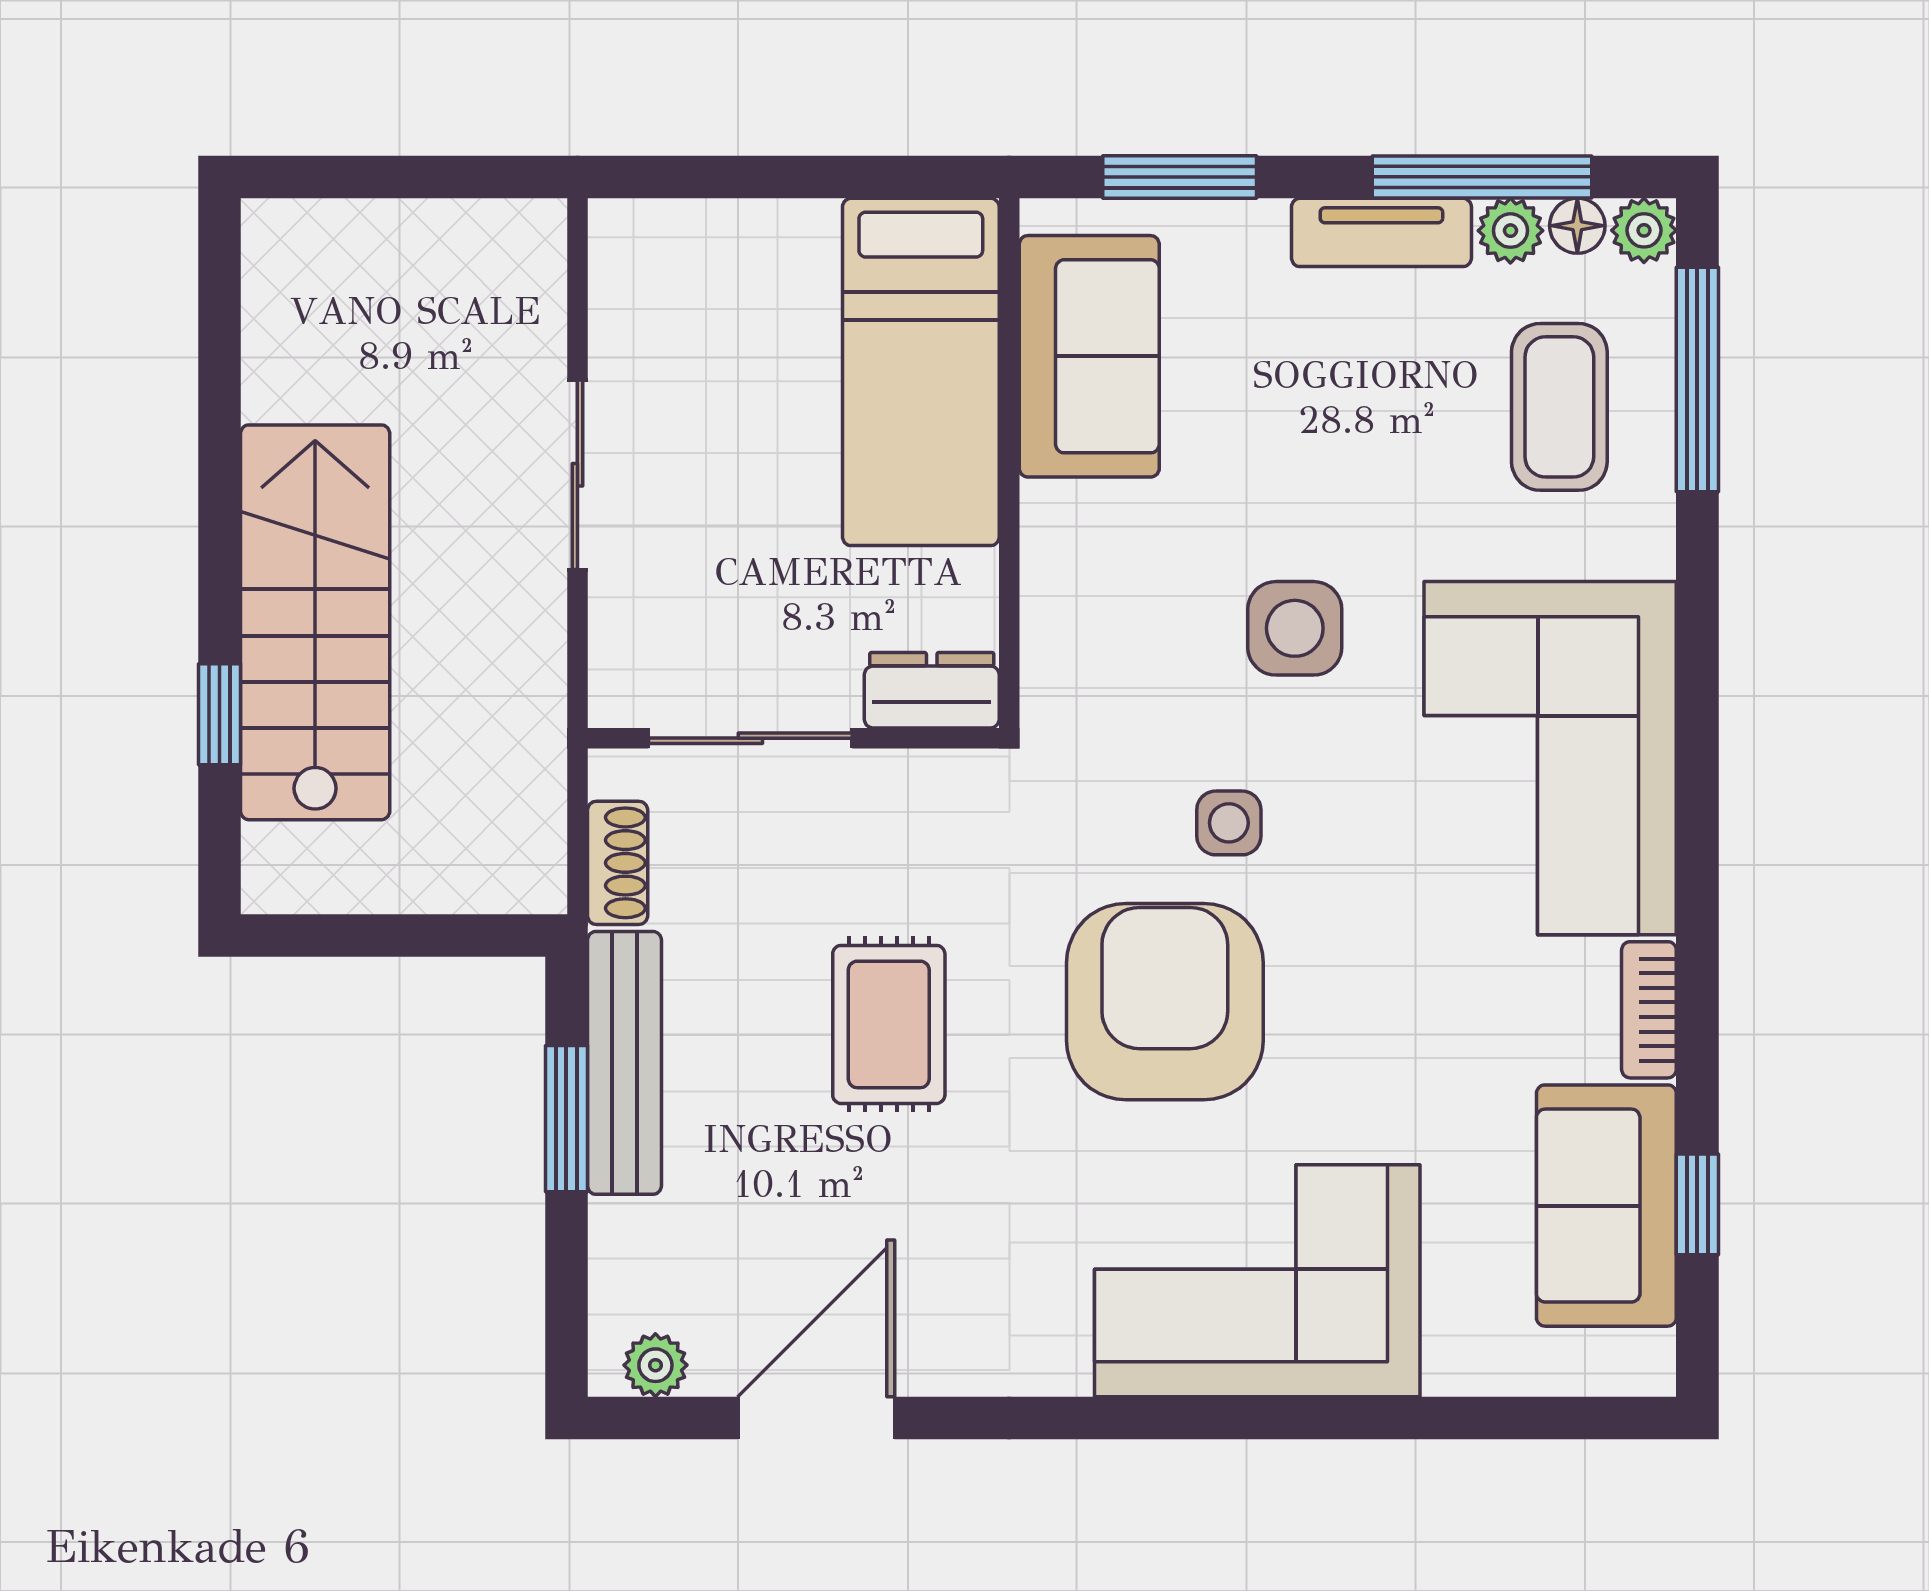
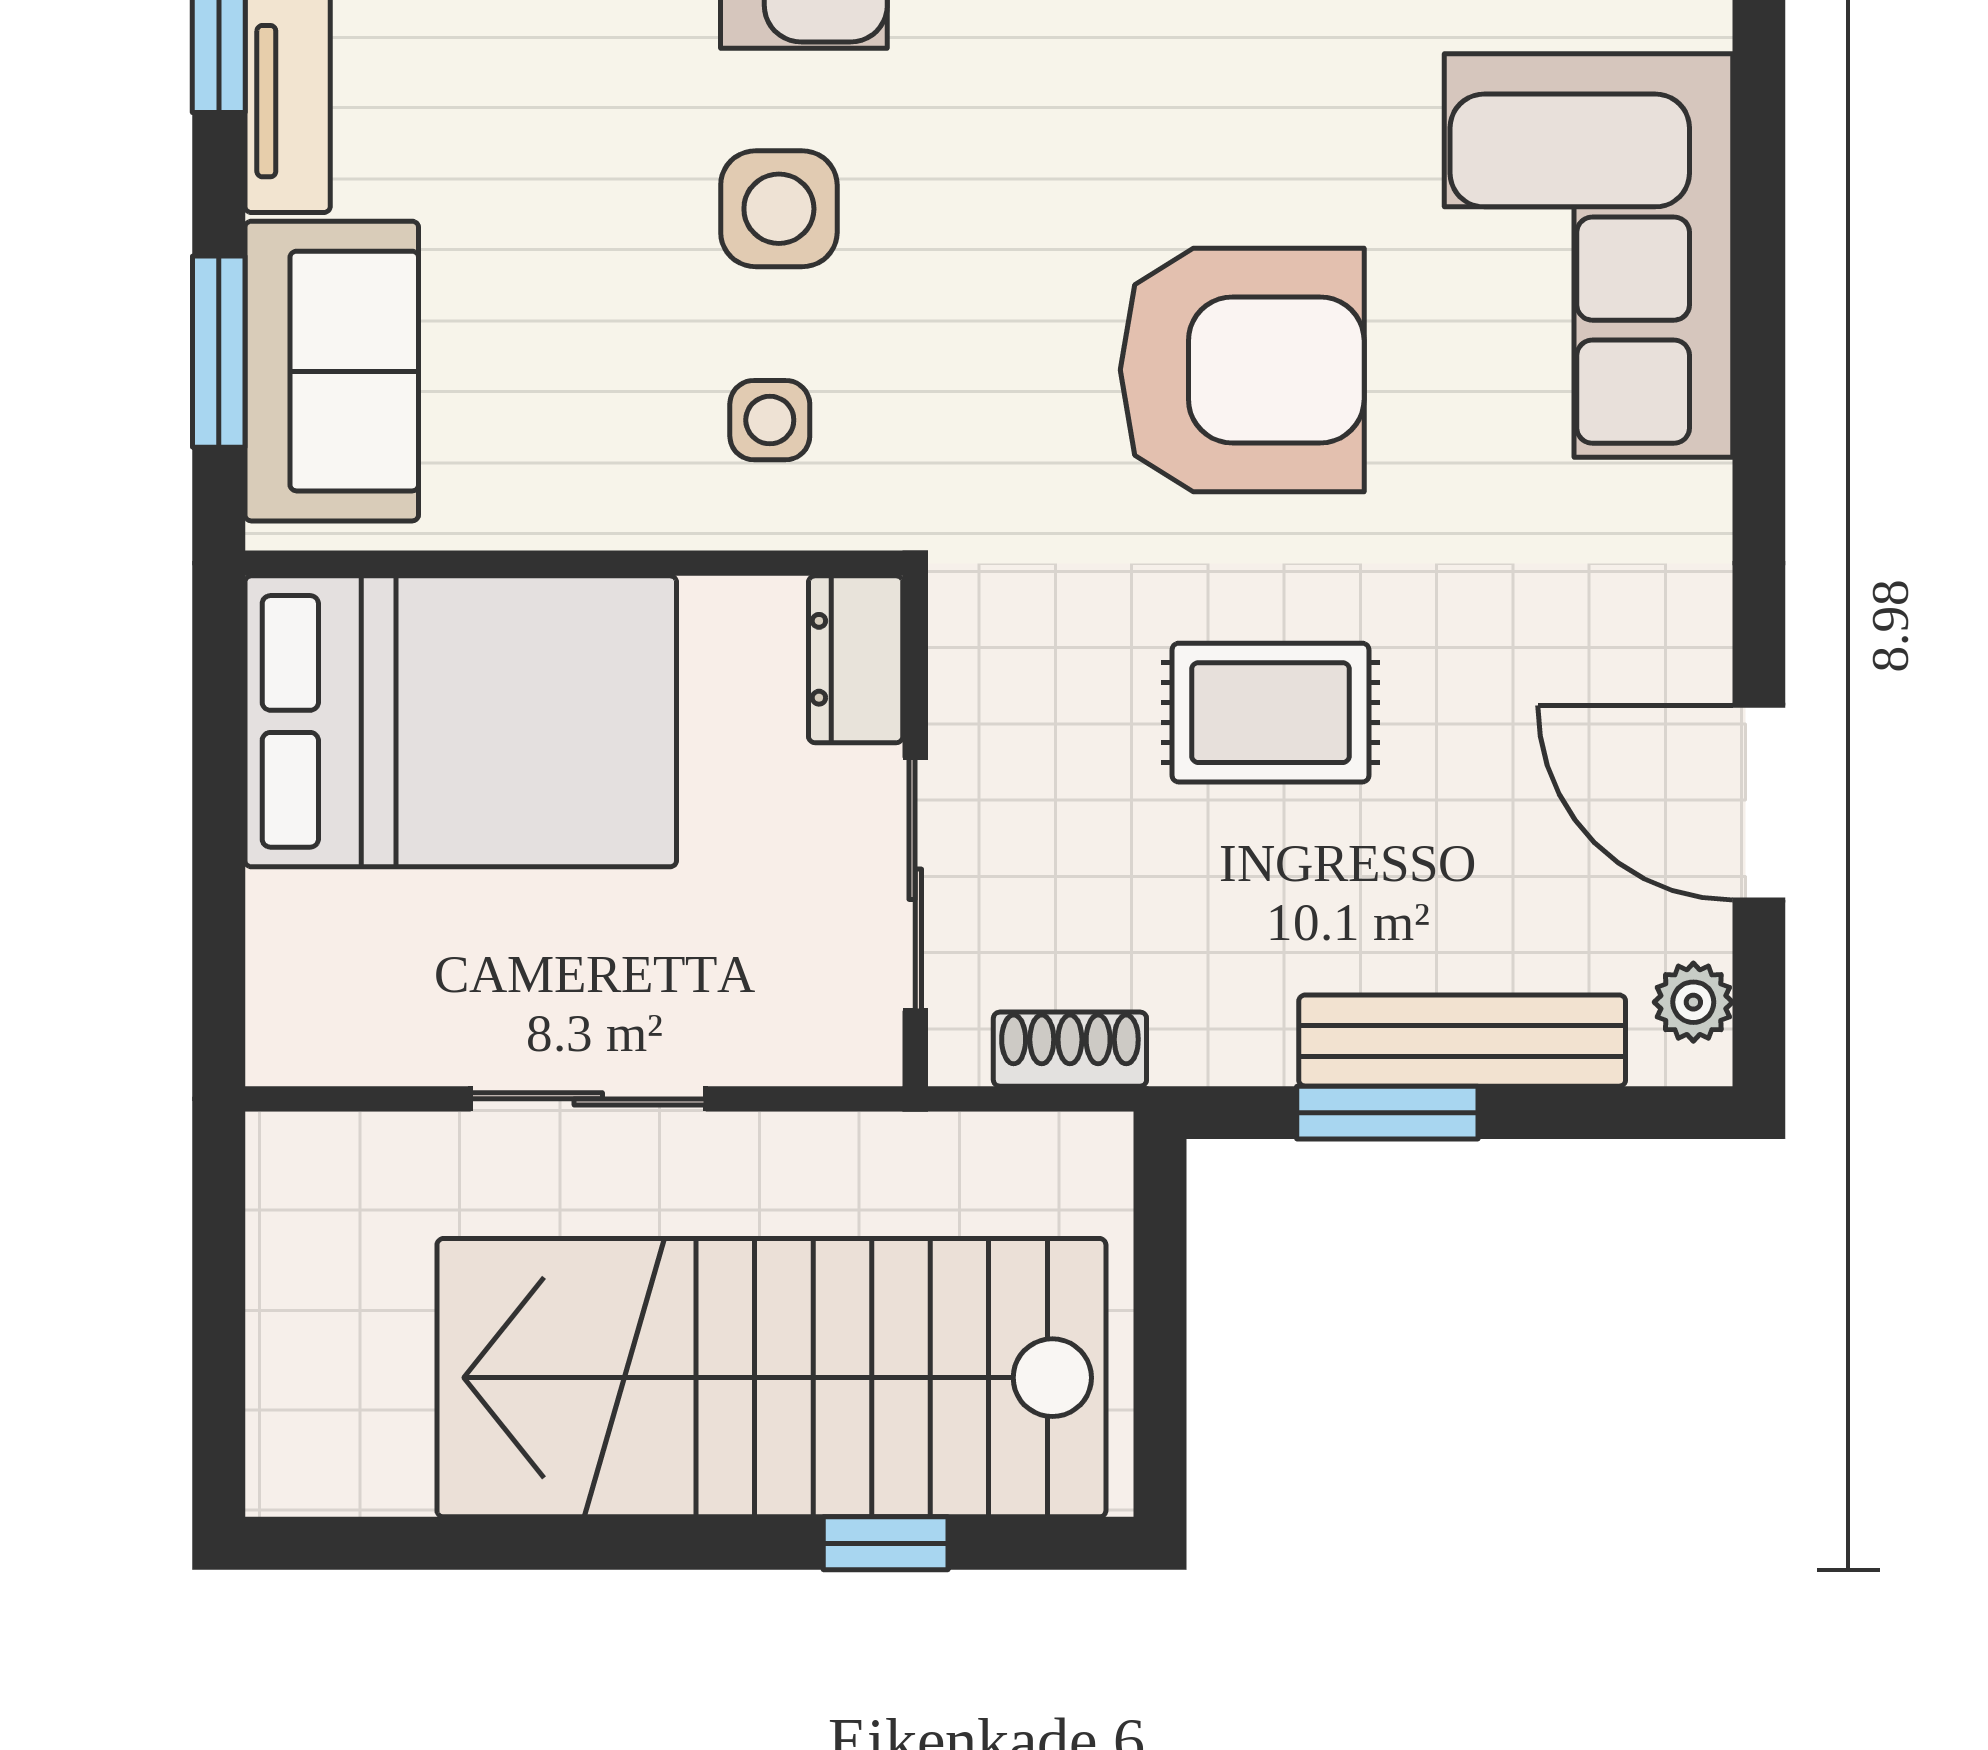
sofa: (1089, 356) -> (332, 371), moved, turned 90
bed: (921, 372) -> (461, 721), width x1.50
stairs: (315, 622) -> (771, 1378), width x1.36, depth x1.51
side table: (1229, 823) -> (770, 420), moved
armchair: (1165, 1002) -> (1242, 370), turned 180
bench: (624, 1063) -> (1462, 1041), moved

